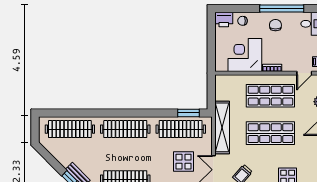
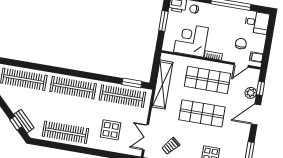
chair: (275, 25) -> (241, 44), moved
window: (211, 39) -> (163, 21), added
shelving: (222, 127) -> (162, 85), moved
display table: (183, 162) -> (111, 130), moved

